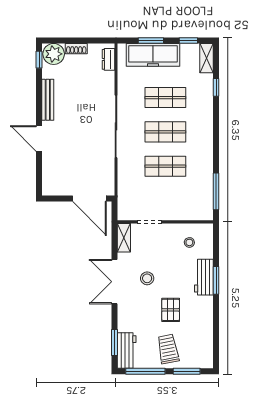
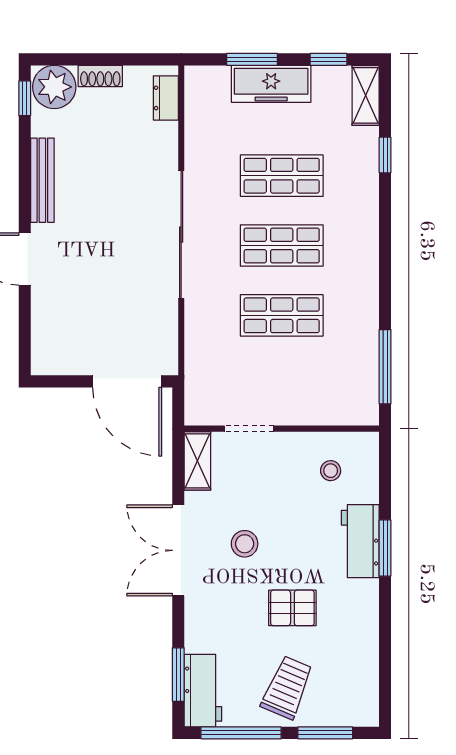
freezer: (153, 55) -> (271, 84), width x0.73, depth x0.79
pallet: (171, 310) -> (292, 608), turned 90
trolley: (168, 349) -> (287, 688), turned 34

